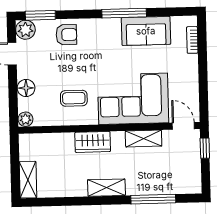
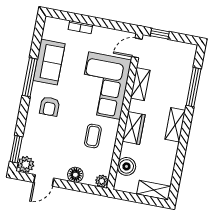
armchair: (66, 35) -> (50, 106), moved, turned 180
bookcase: (192, 40) -> (80, 27), moved
boiler: (48, 143) -> (126, 166), added

